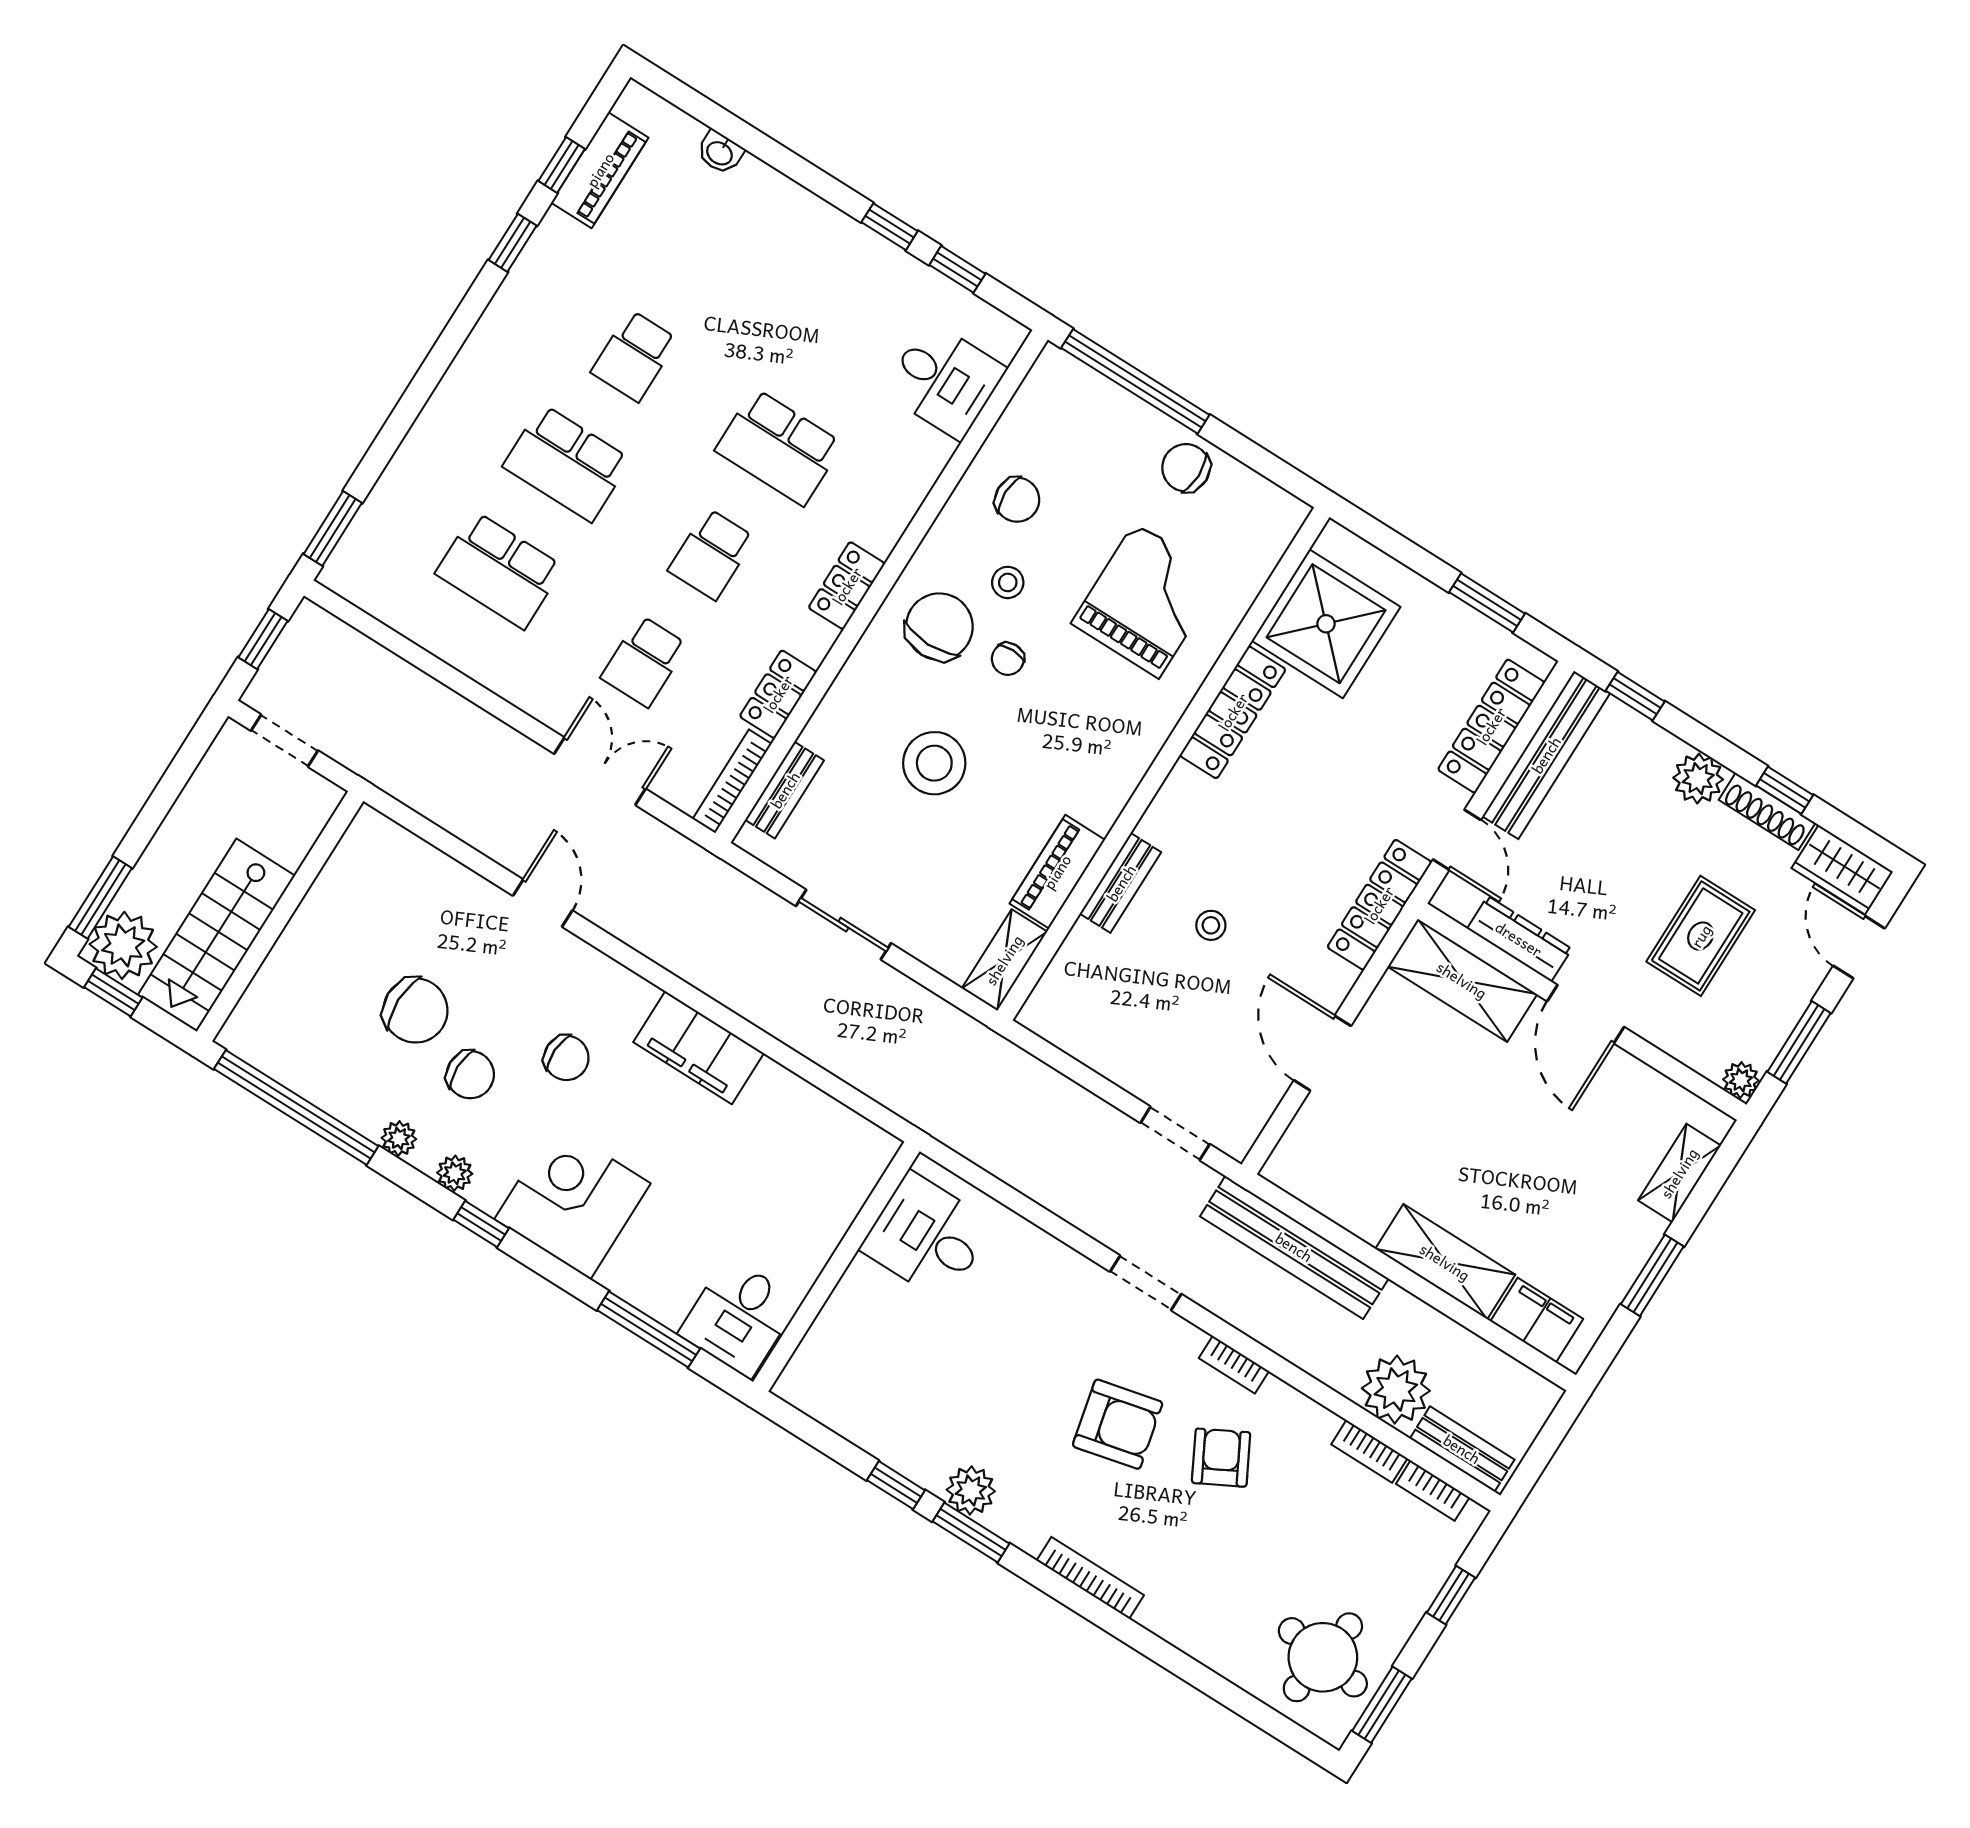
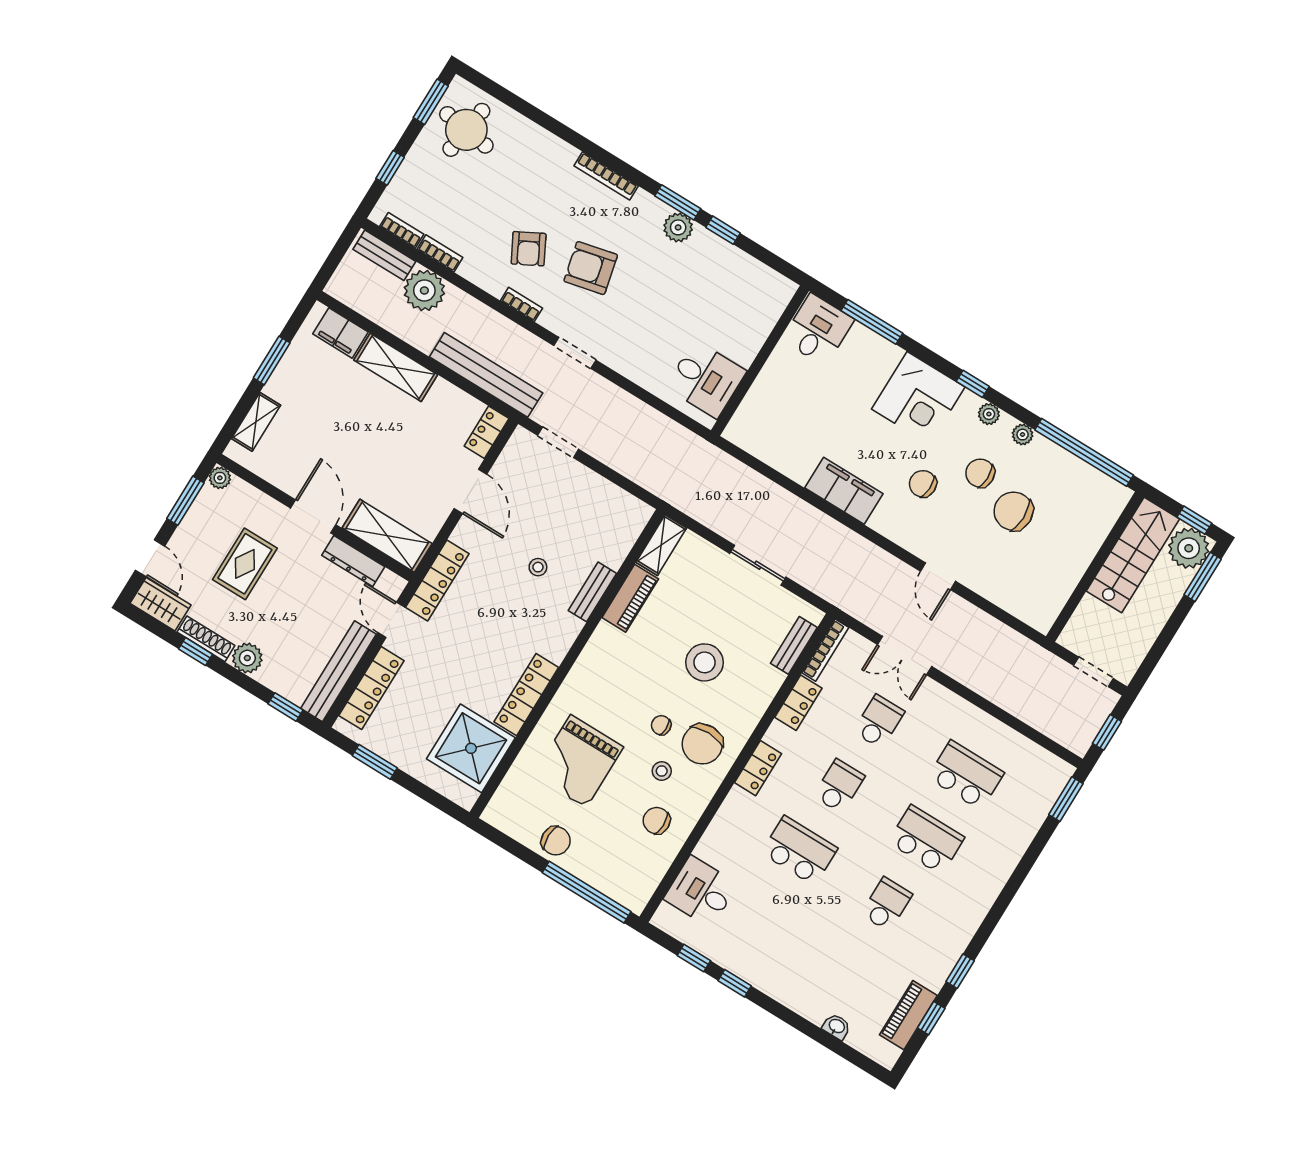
chair: (1008, 659) -> (661, 725), turned -90
locker: (1294, 1152) -> (487, 432), added

